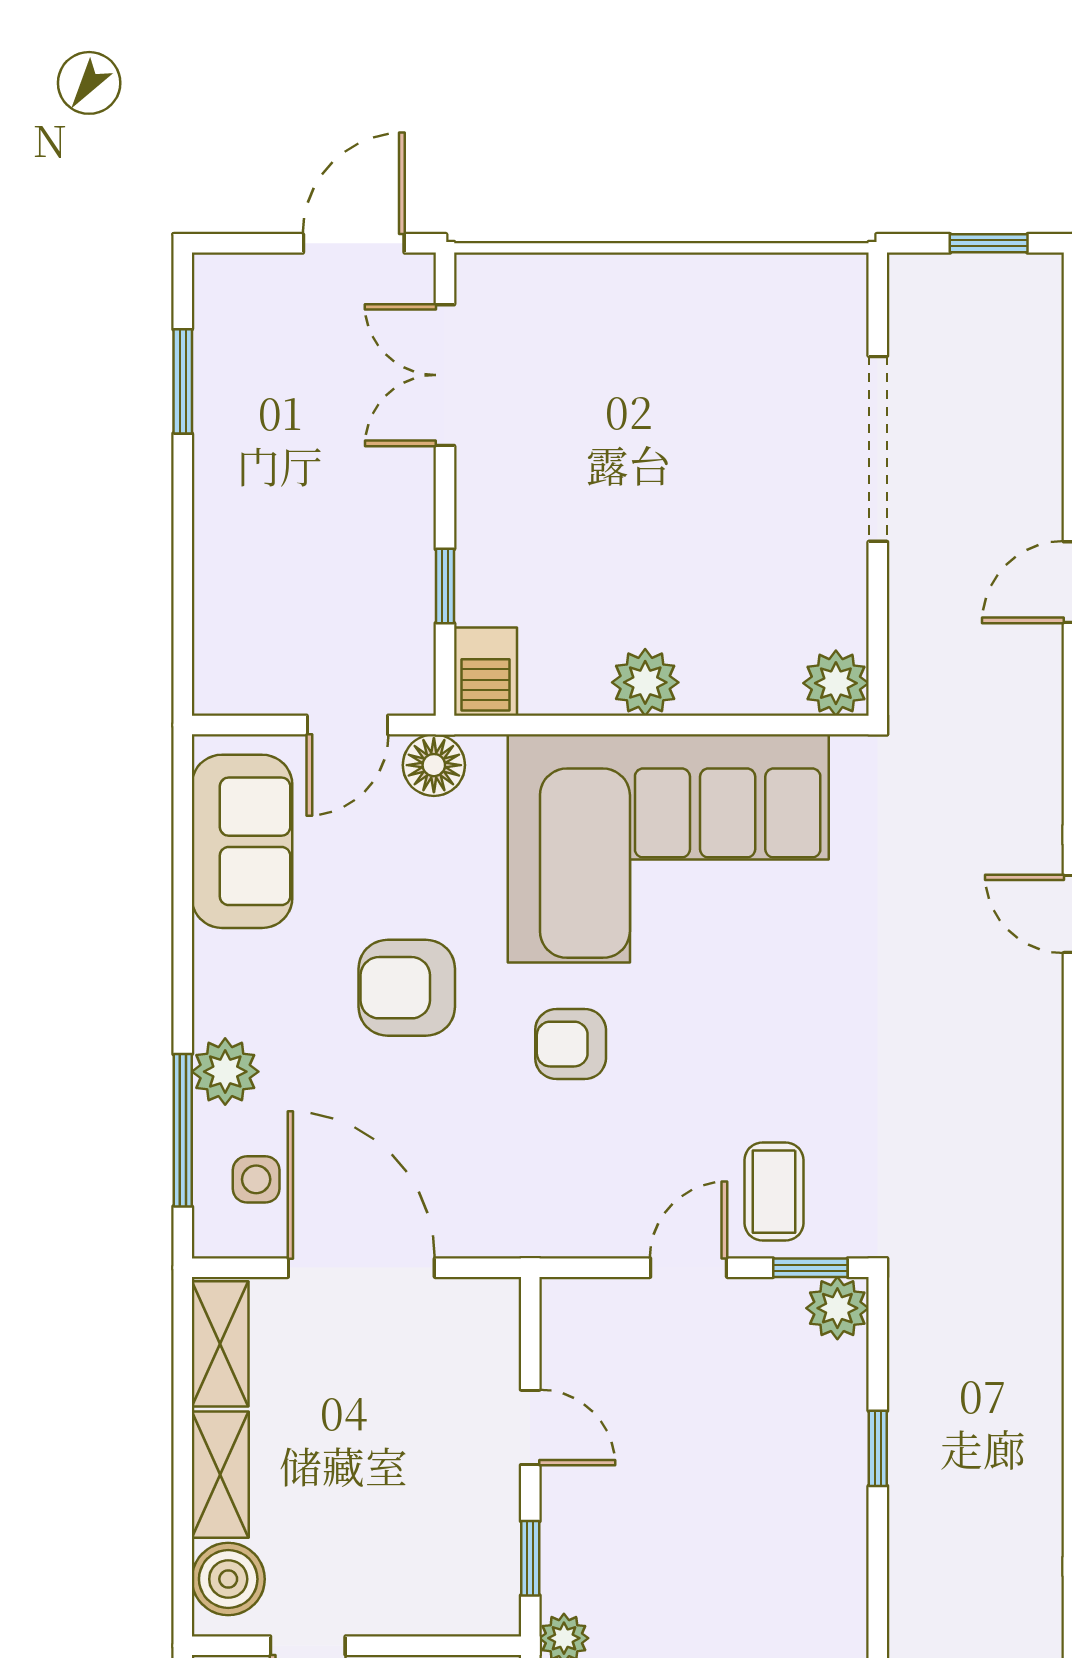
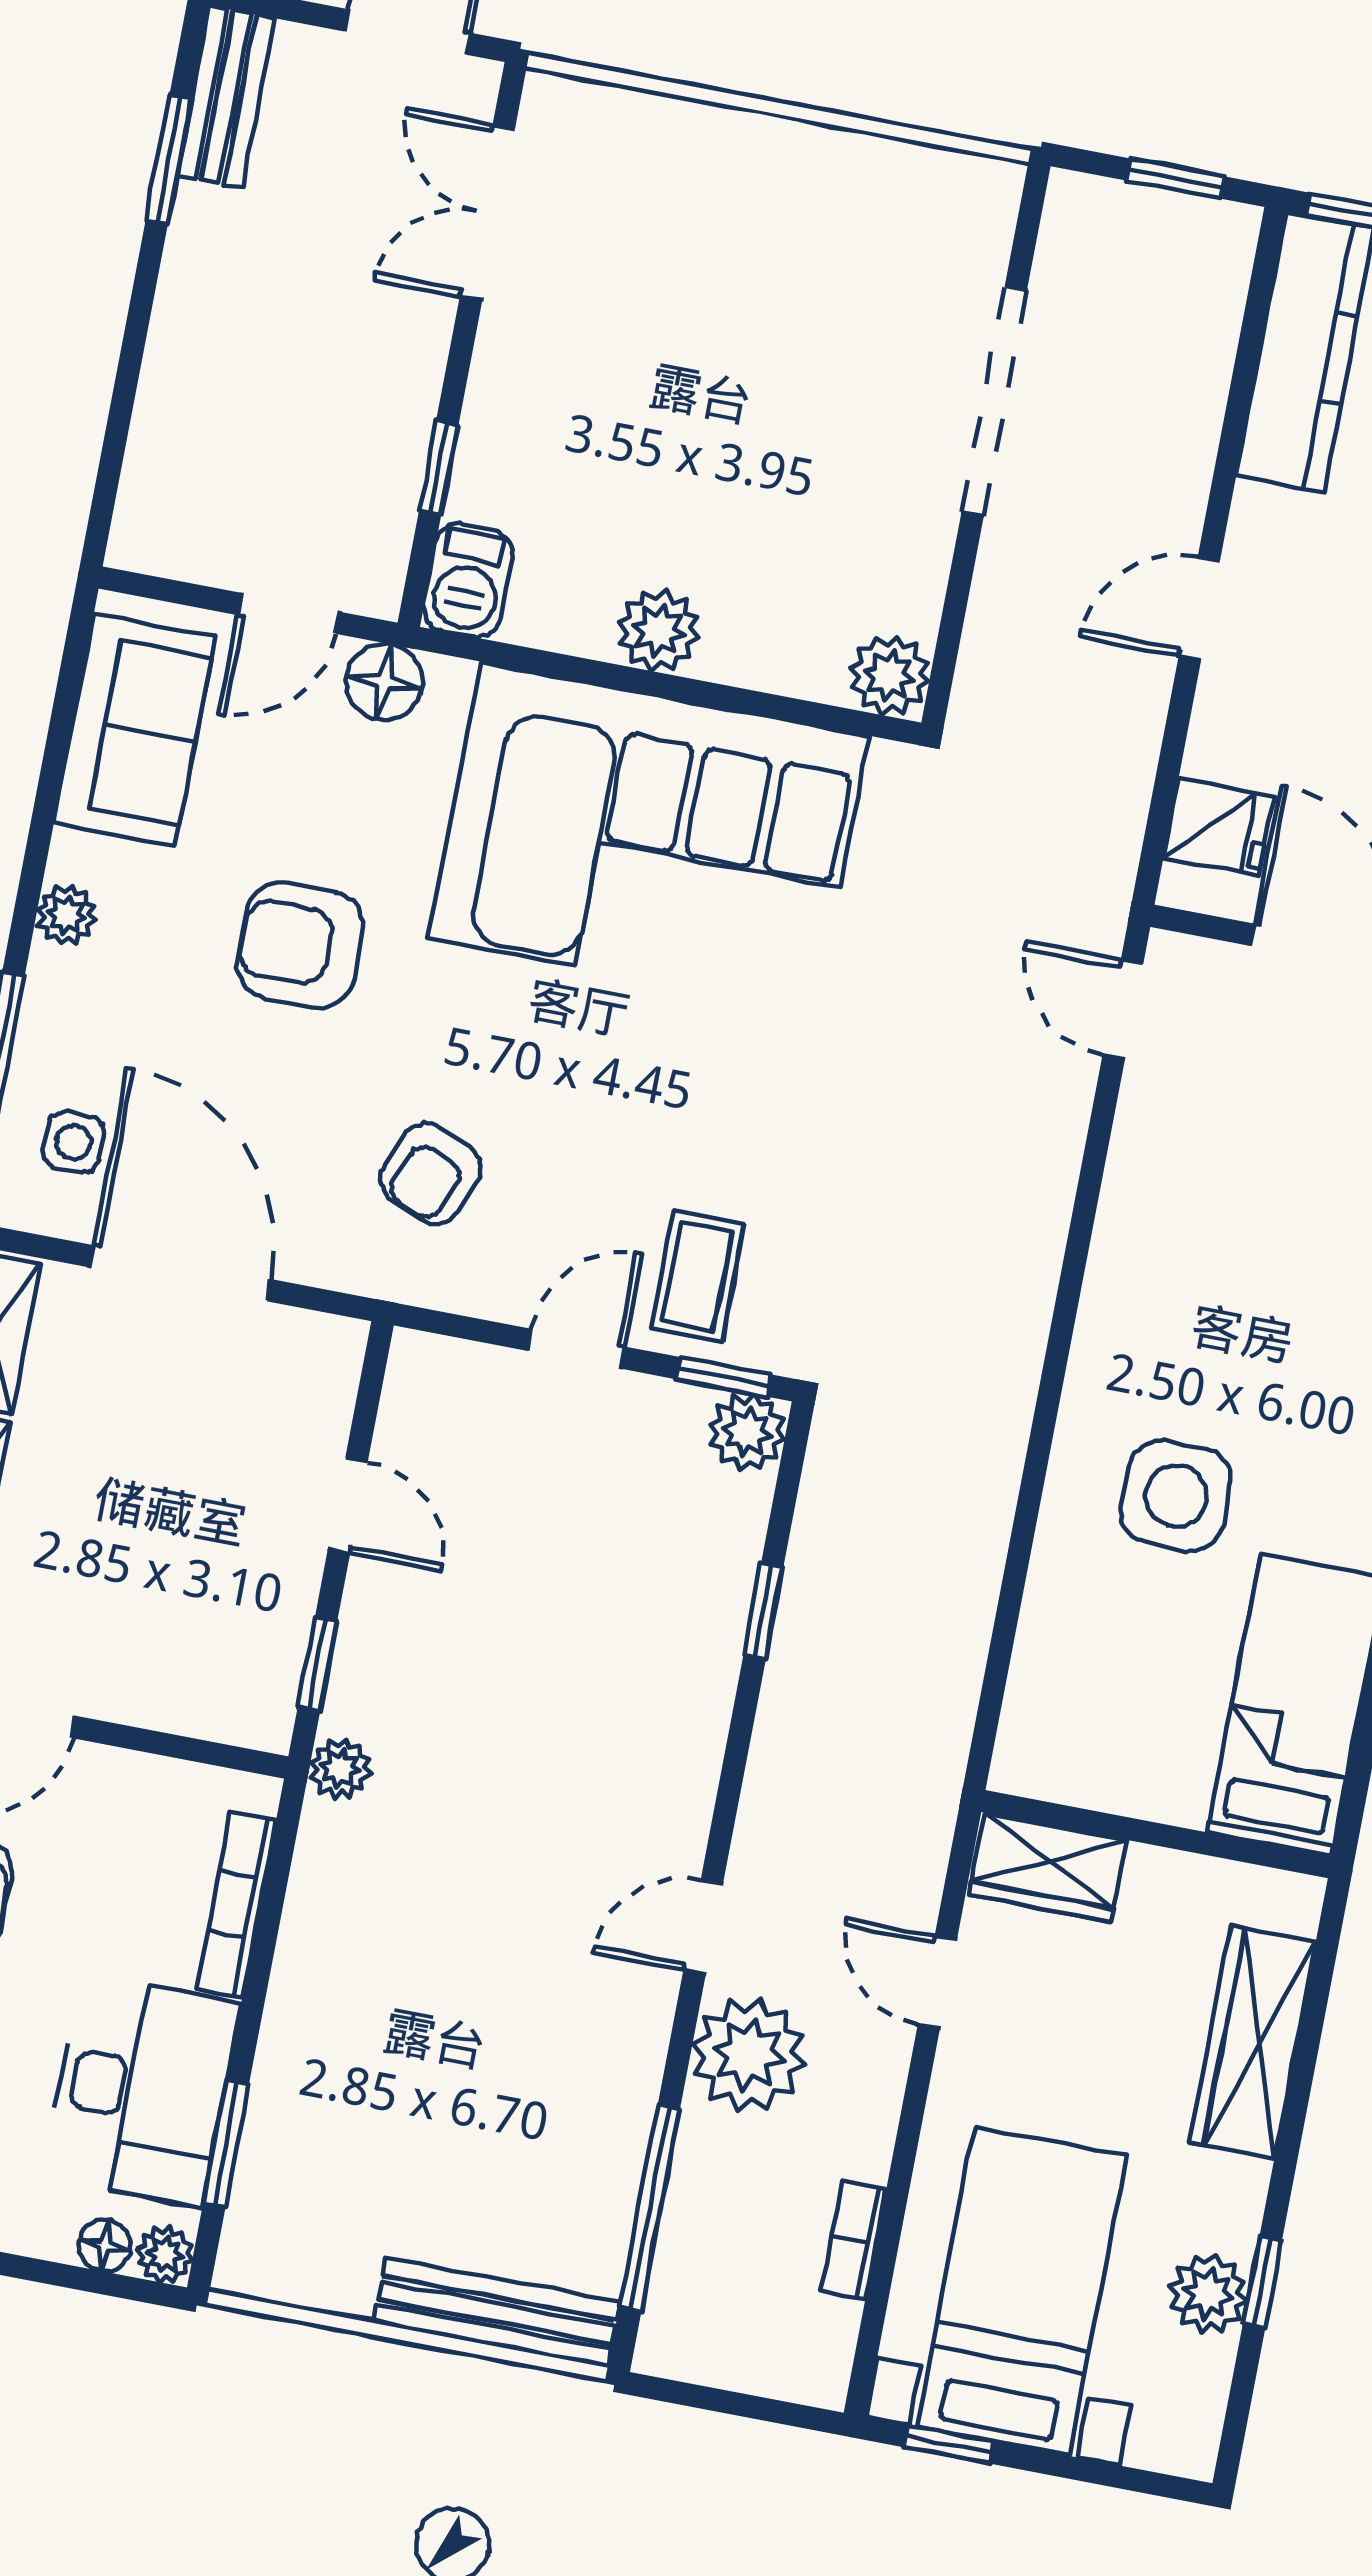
bench: (219, 323) -> (226, 97), added
armchair: (571, 1044) -> (431, 1173), moved, turned -68
plant: (225, 1072) -> (67, 915), moved, width x0.73, depth x0.73

